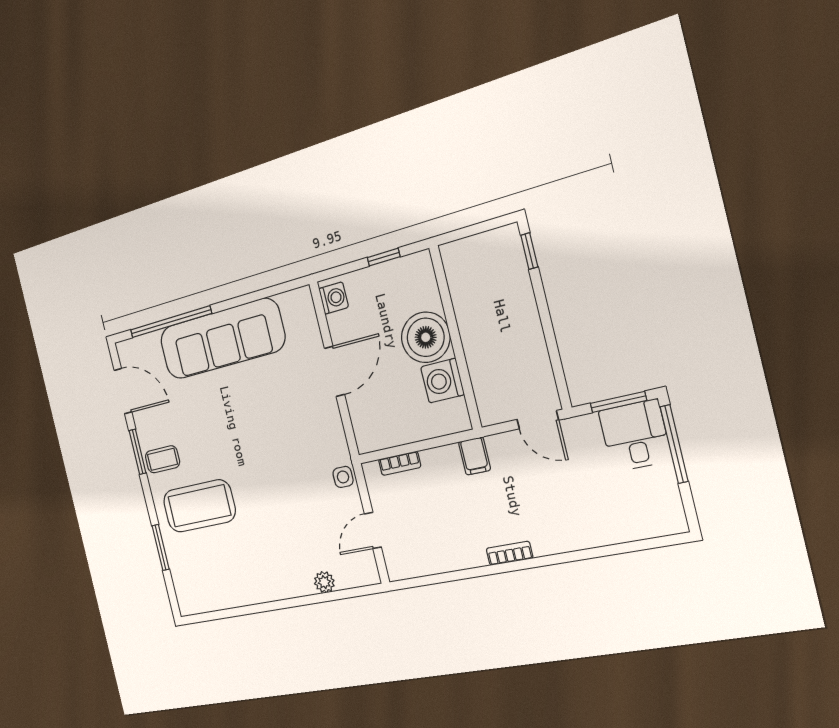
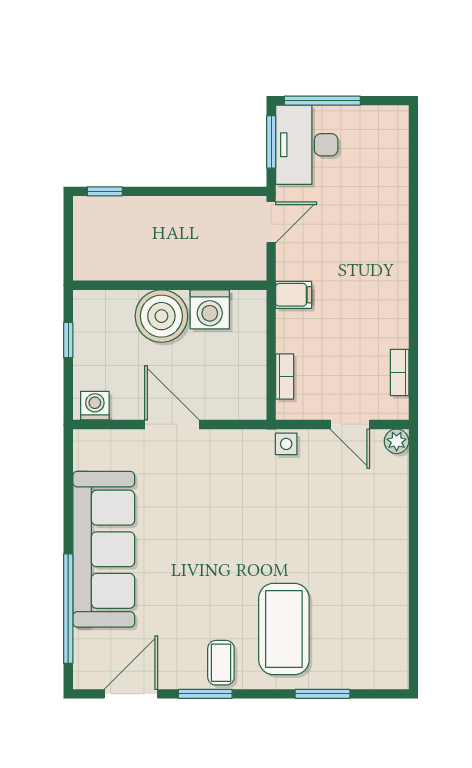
desk: (635, 436) -> (307, 145), width x1.37
bookcase: (509, 553) -> (400, 372), moved
plant: (324, 582) -> (397, 441), moved

